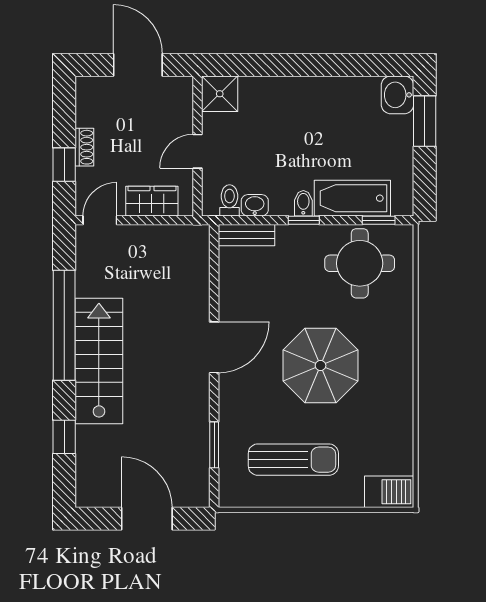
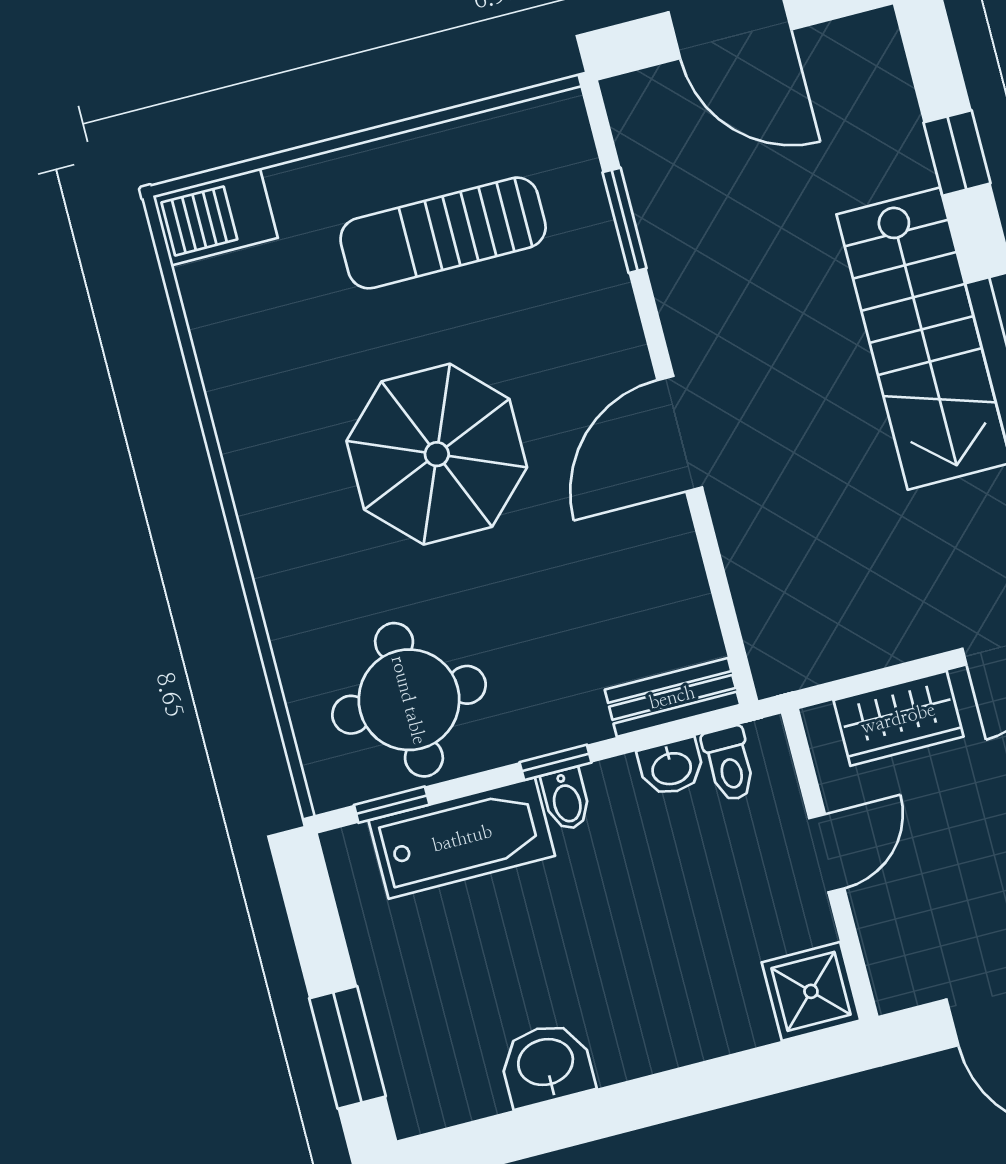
washbasin: (397, 95) -> (546, 1064), moved, turned -90

